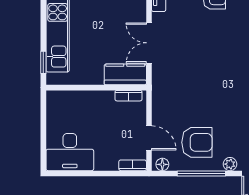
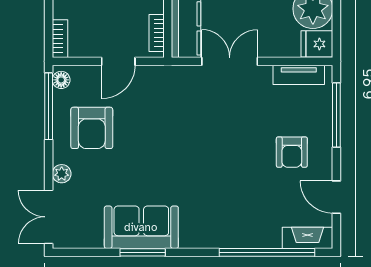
door: (149, 138) -> (118, 61), moved
window: (201, 173) -> (49, 106), moved

